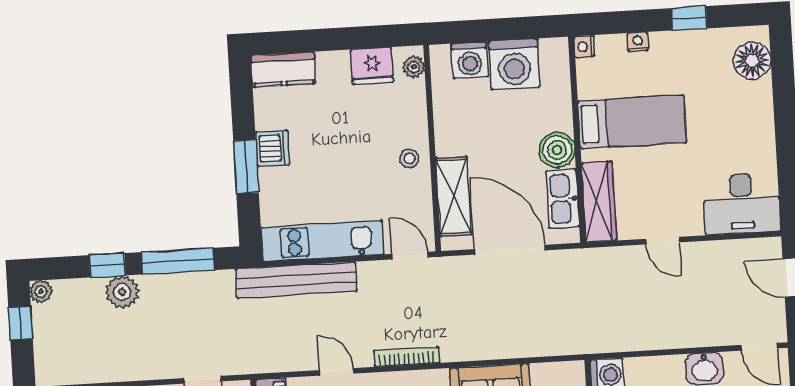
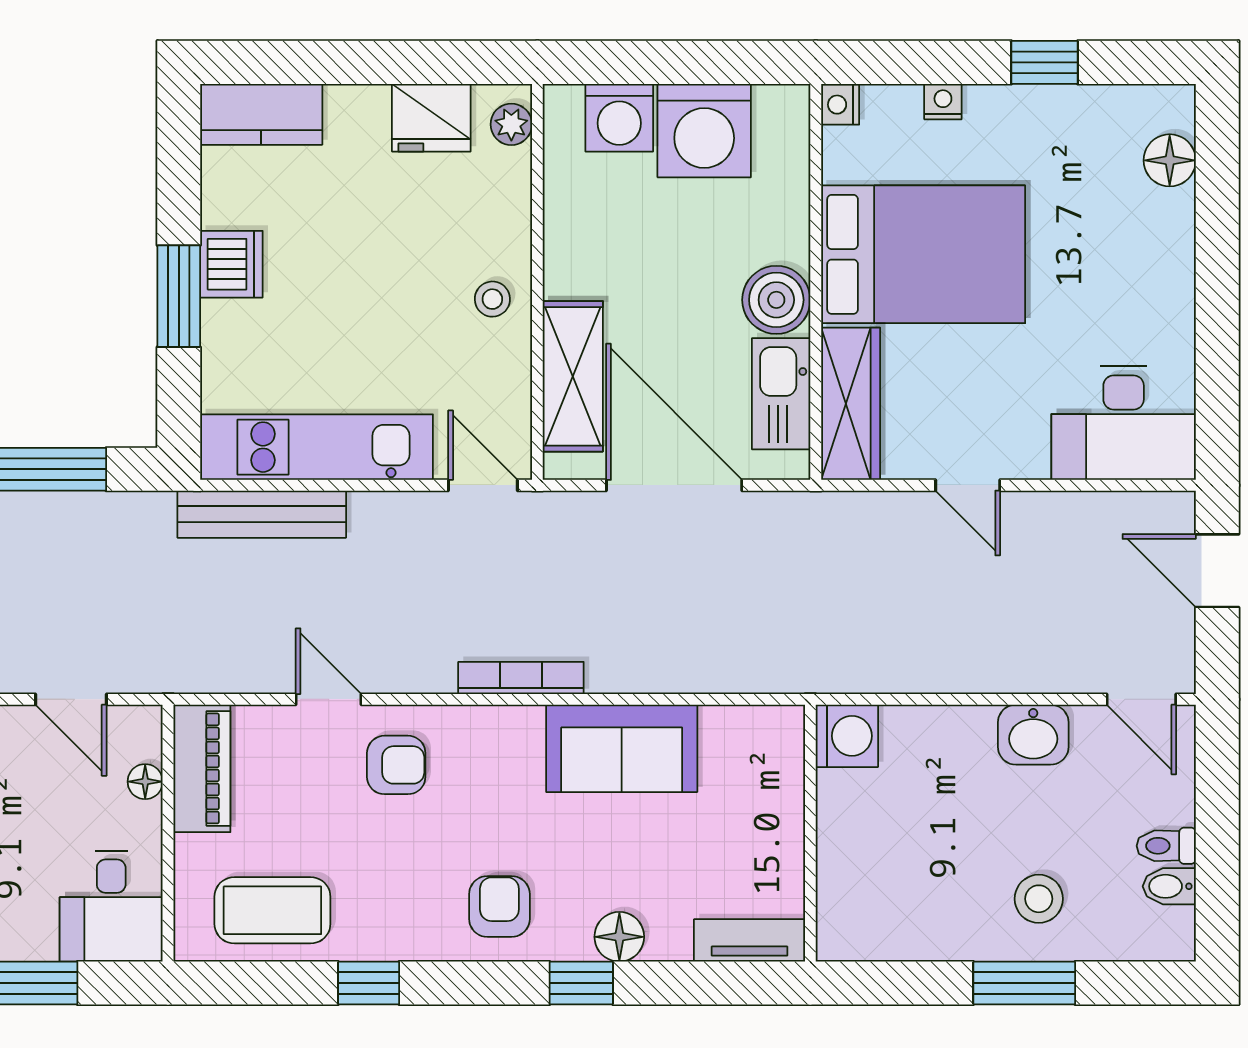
floor lamp: (752, 61) -> (1170, 160), width x0.73, depth x0.73
bed: (632, 122) -> (923, 254), width x1.50
bench: (296, 280) -> (262, 514), width x0.73, depth x0.82
bookcase: (407, 356) -> (521, 678), moved

